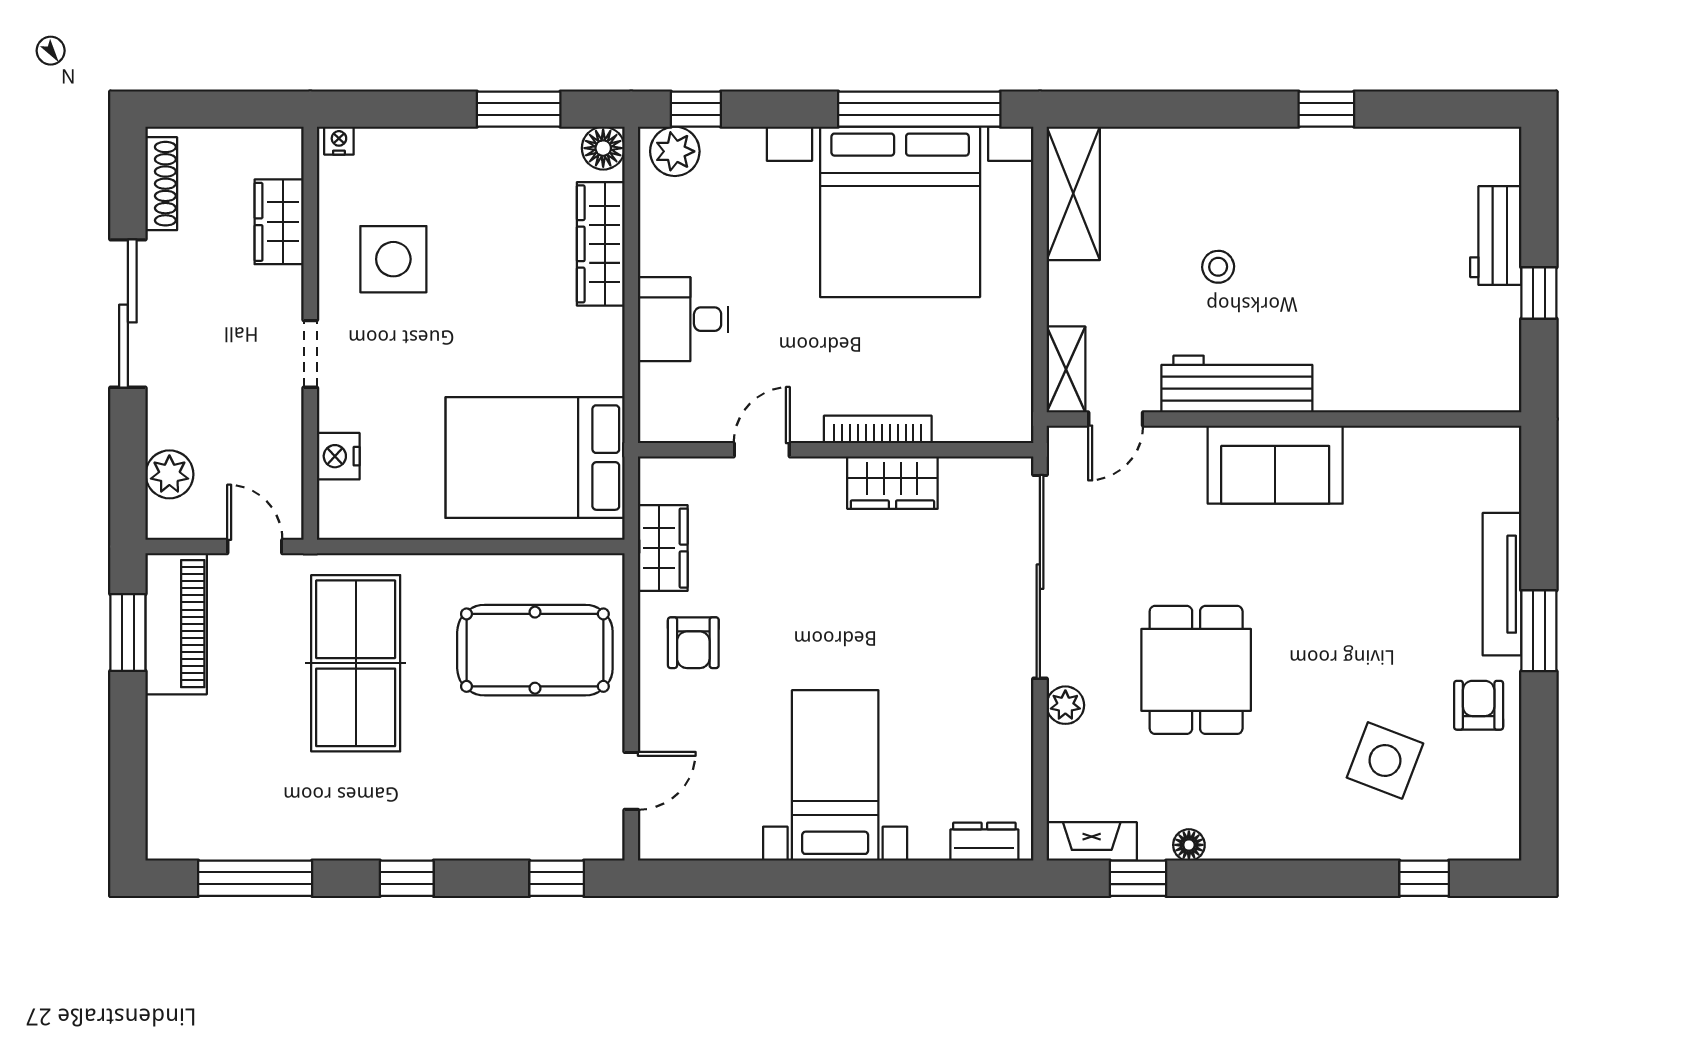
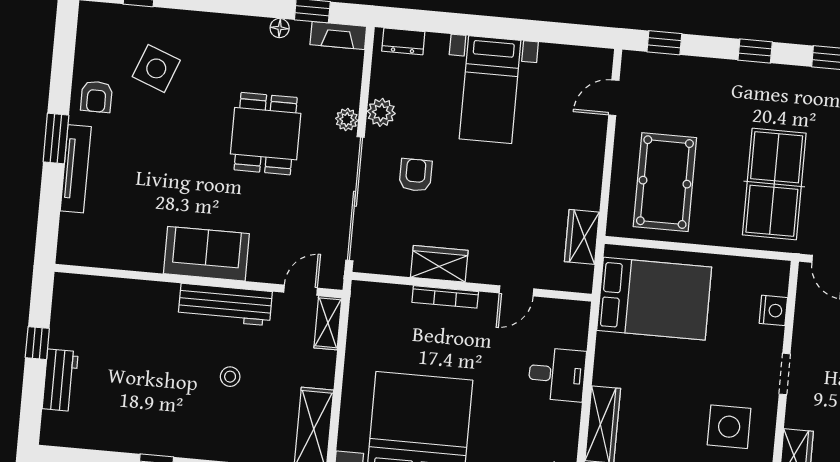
armchair: (693, 643) -> (416, 175), moved
pool table: (535, 650) -> (665, 182), turned 90
plant: (1010, 722) -> (381, 112), added

